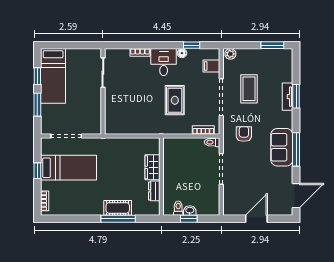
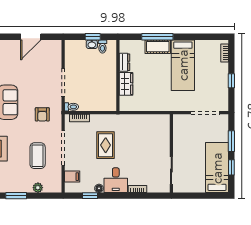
plant: (230, 54) -> (38, 188), moved
bed: (69, 168) -> (183, 65), moved, turned -90

